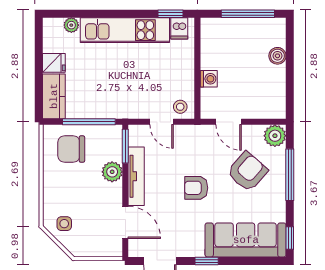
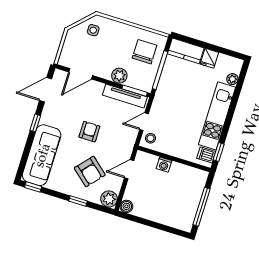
boiler: (277, 56) -> (126, 206), moved
window: (290, 175) -> (78, 201), width x0.46
tv unit: (136, 176) -> (125, 96), moved

